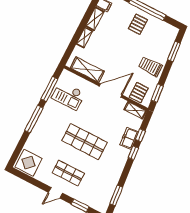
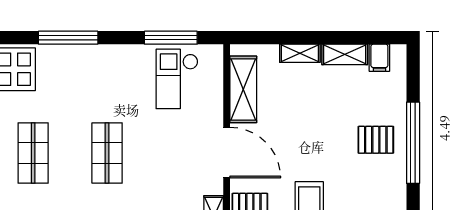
window: (34, 119) -> (68, 38), moved
shop shelf: (84, 142) -> (107, 153), width x0.70, depth x0.74

